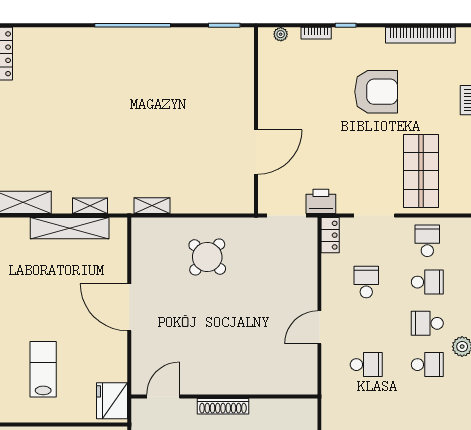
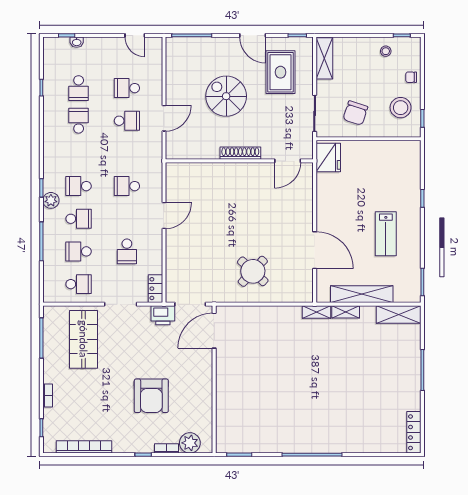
plant: (281, 34) -> (190, 443), width x1.88, depth x1.88
armchair: (376, 92) -> (151, 396), moved, turned -90
door: (256, 152) -> (214, 331), moved
shelving: (152, 206) -> (316, 312), moved
school desk: (427, 241) -> (79, 284), turned -90
door: (129, 307) -> (315, 250), moved
lab bench: (43, 369) -> (386, 234), moved

